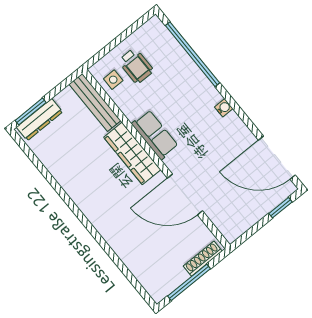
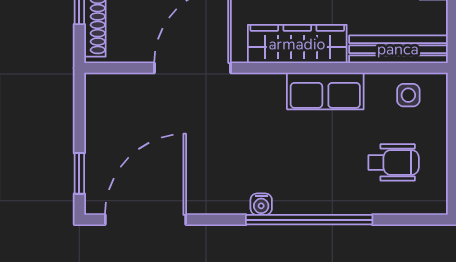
window: (192, 54) -> (309, 220), moved
wheelchair: (136, 66) -> (394, 162), moved, turned 180
row of seats: (155, 135) -> (325, 91), moved

